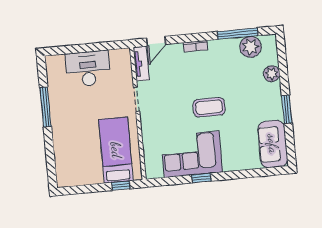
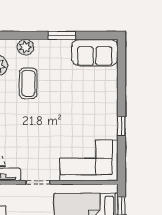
coffee table: (209, 107) -> (28, 83), moved
corner sofa: (192, 154) -> (89, 160), moved, turned 90

